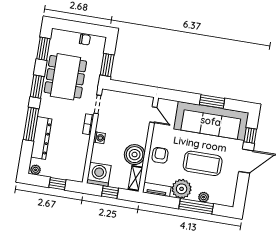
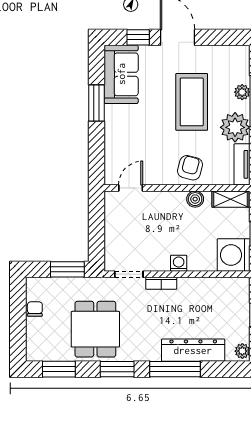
dining table: (65, 77) -> (95, 329), width x0.73
sofa: (211, 121) -> (121, 74), width x0.54, depth x0.79
boiler: (135, 155) -> (195, 199), width x0.54, depth x0.54
armchair: (160, 155) -> (190, 168), turned 105

